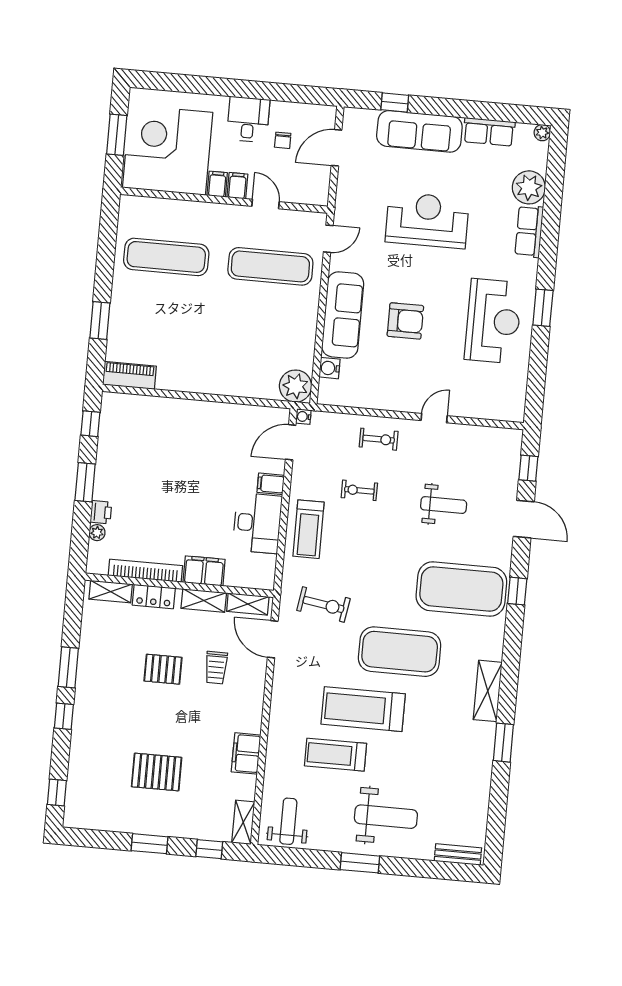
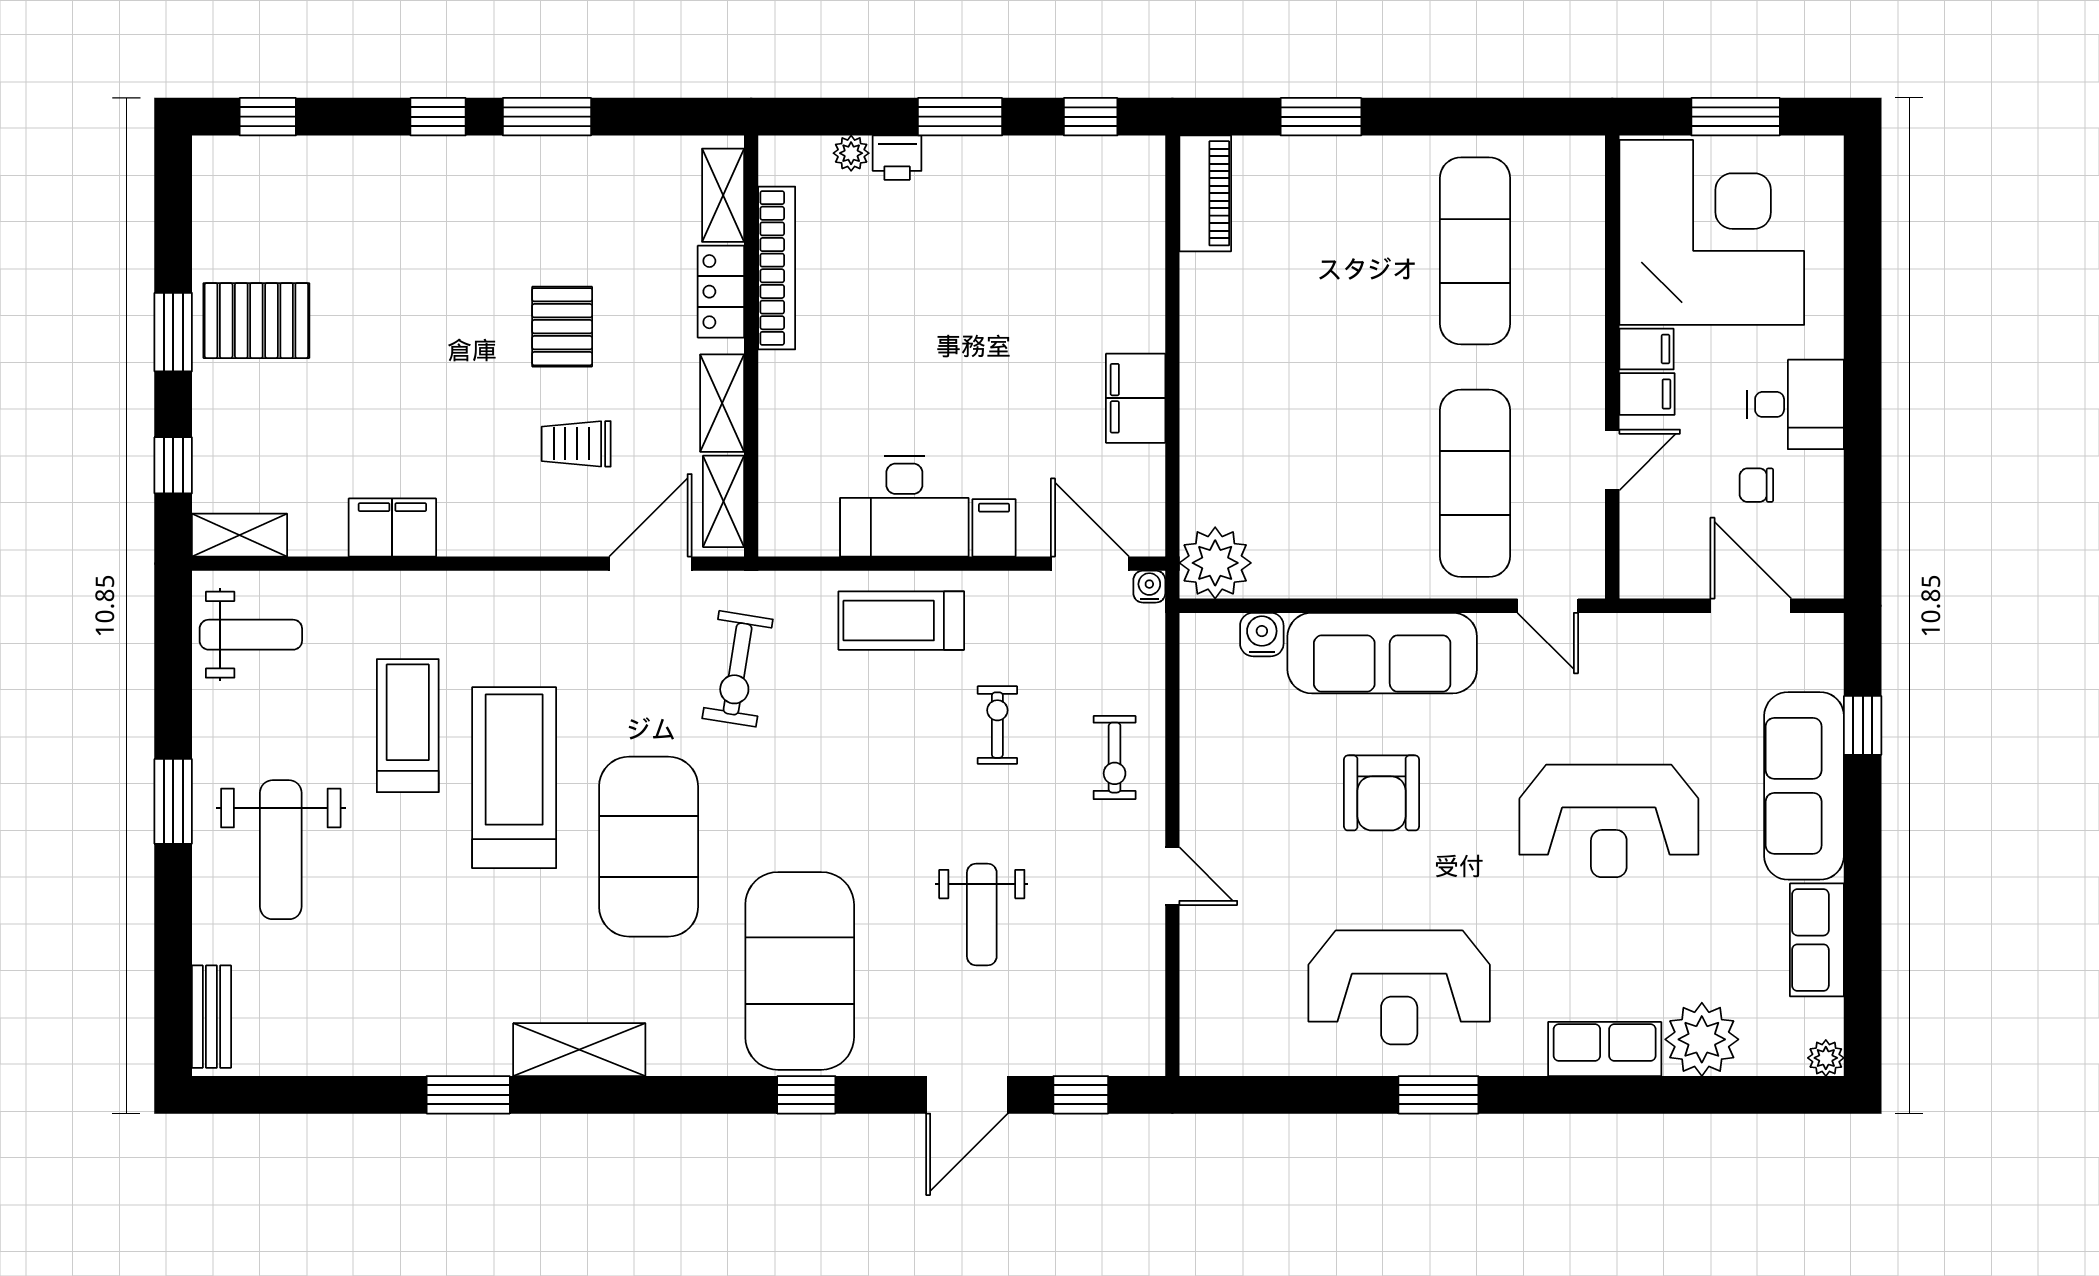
reception desk: (427, 220) -> (1609, 821), turned 90
filing cabinet: (204, 571) -> (1136, 398), moved, turned 180
pallet: (157, 772) -> (256, 321), moved, turned 90

